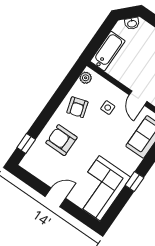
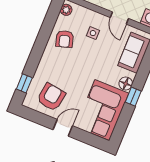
armchair: (61, 140) -> (51, 97), moved, turned 98
floor lamp: (130, 167) -> (126, 84), added

